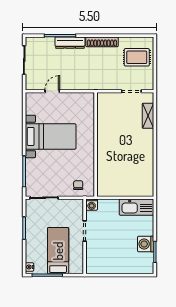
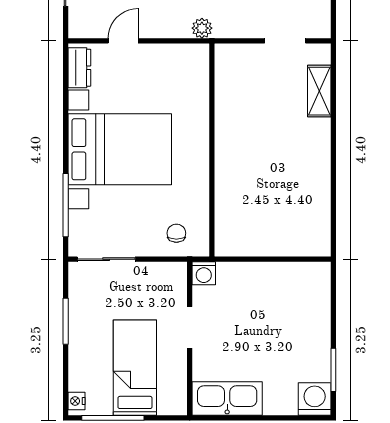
plant: (91, 85) -> (202, 28), added
dresser: (31, 104) -> (79, 68), added
bed with nightstands: (51, 136) -> (120, 149), width x1.36
kitchen sink: (137, 207) -> (227, 398), moved, turned 180
washing machine: (146, 244) -> (315, 399), moved, turned 90

